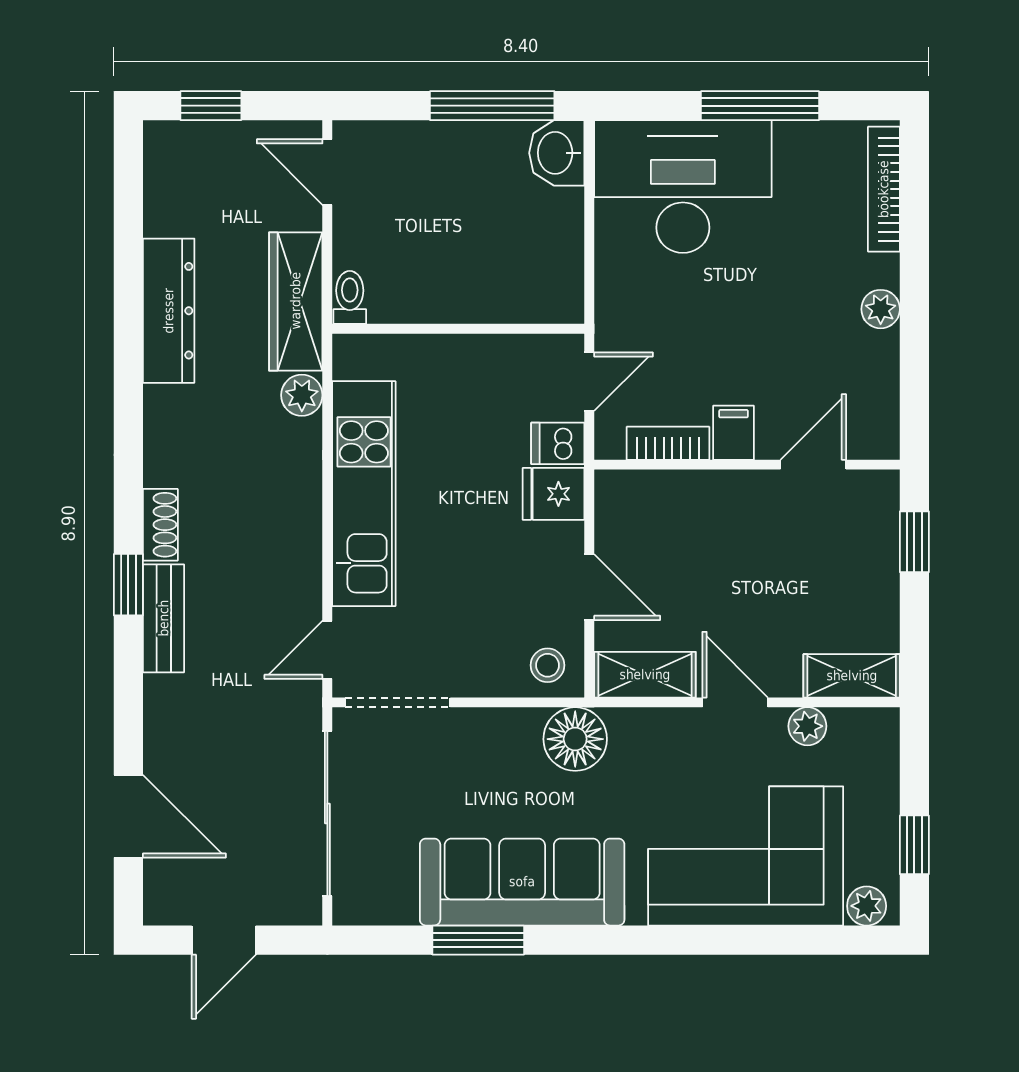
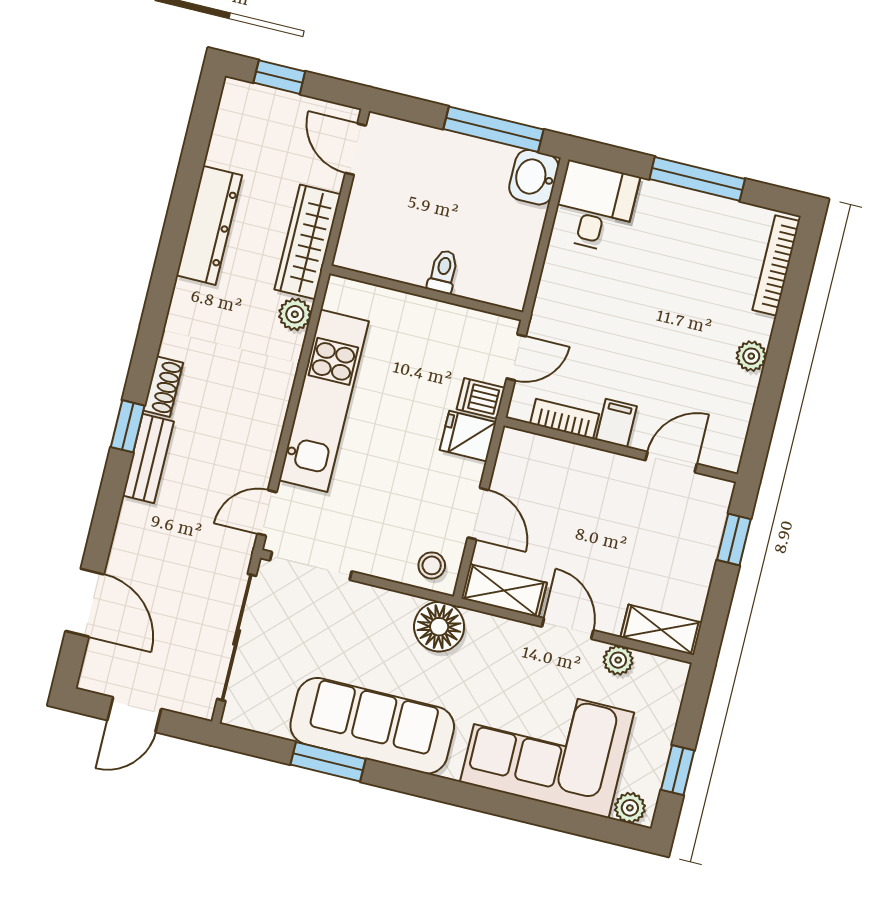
desk: (683, 187) -> (595, 207), width x0.53, depth x0.77
toilet: (350, 297) -> (443, 272), moved

